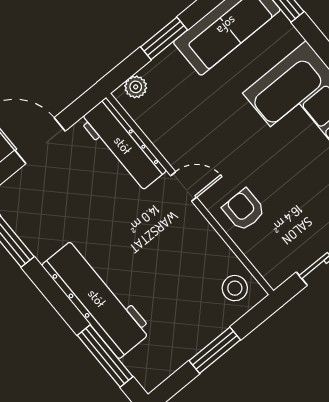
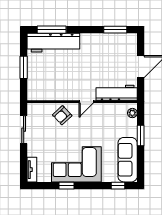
armchair: (244, 210) -> (62, 115), turned 137
stool: (235, 288) -> (39, 91), removed
workbench: (97, 298) -> (53, 43), moved

